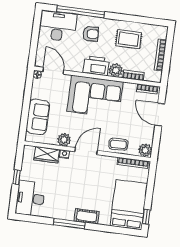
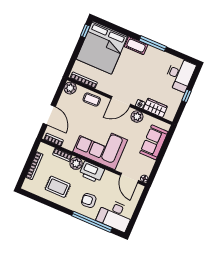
bed: (129, 205) -> (102, 47), width x1.36

